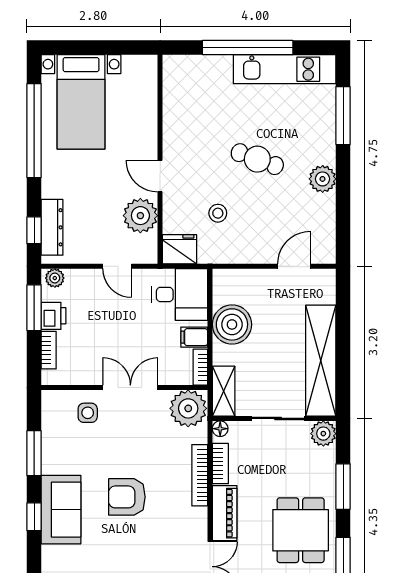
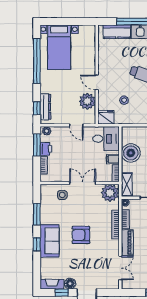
kitchen counter: (203, 69) -> (117, 32), added

